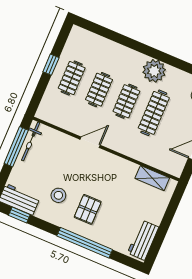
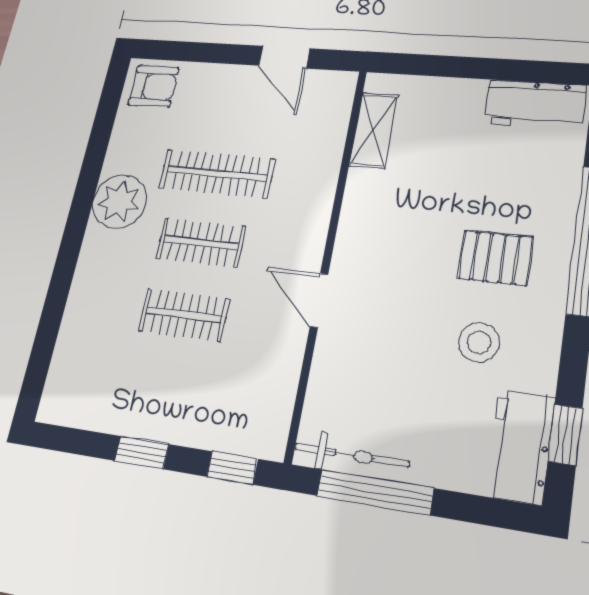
clothes rail: (72, 78) -> (167, 390), removed
window: (37, 98) -> (232, 468), added

